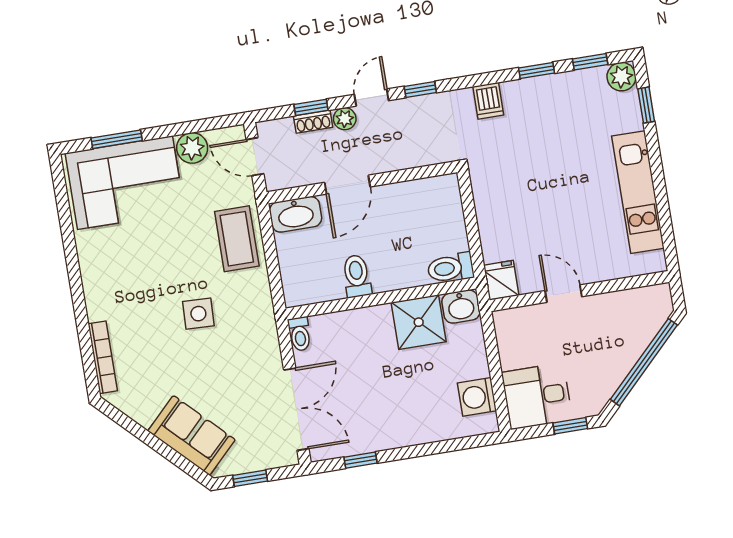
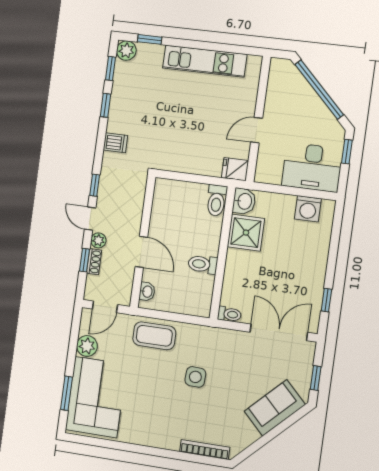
washbasin: (296, 214) -> (147, 292), width x0.52, depth x0.69
desk: (537, 396) -> (312, 167), width x1.37

